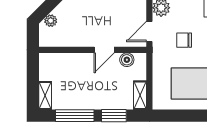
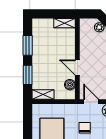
shelving: (45, 96) -> (64, 23), moved
window: (75, 116) -> (28, 45), width x0.69

